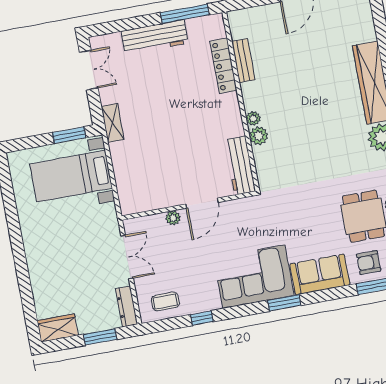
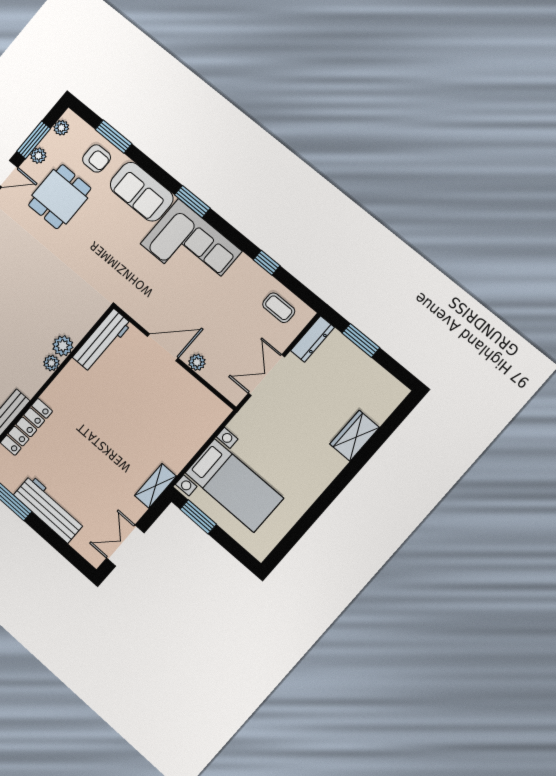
wardrobe: (58, 328) -> (355, 436), moved, turned 90

